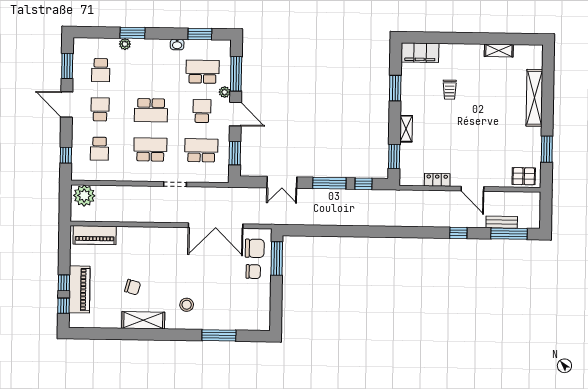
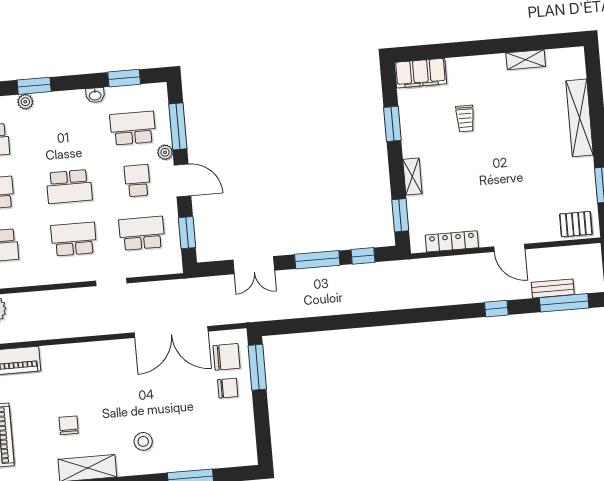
locker: (437, 180) -> (452, 241), width x1.53
chair: (133, 287) -> (69, 425), turned -106

